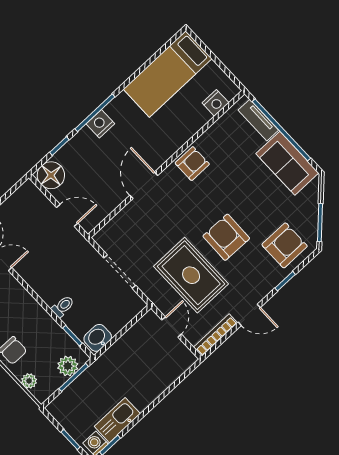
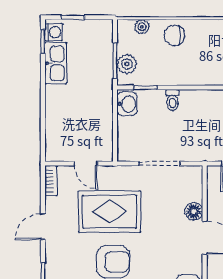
floor lamp: (131, 212) -> (194, 211), added
bookcase: (216, 335) -> (51, 181), width x0.64

